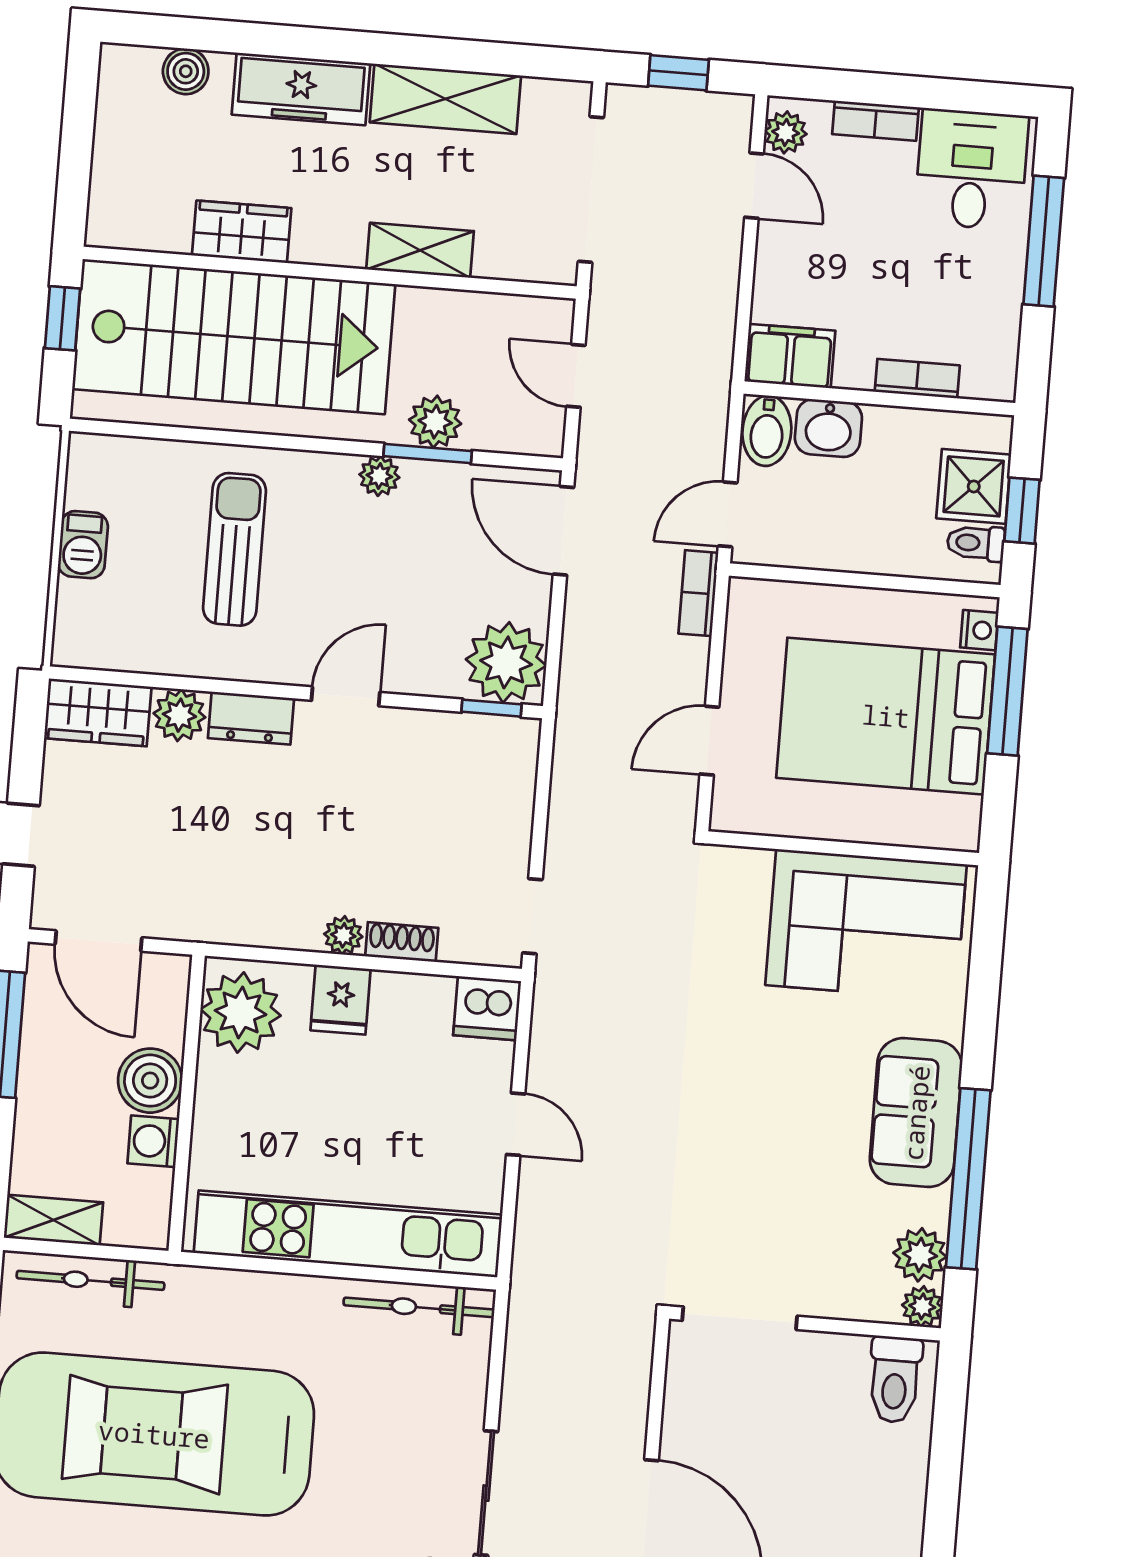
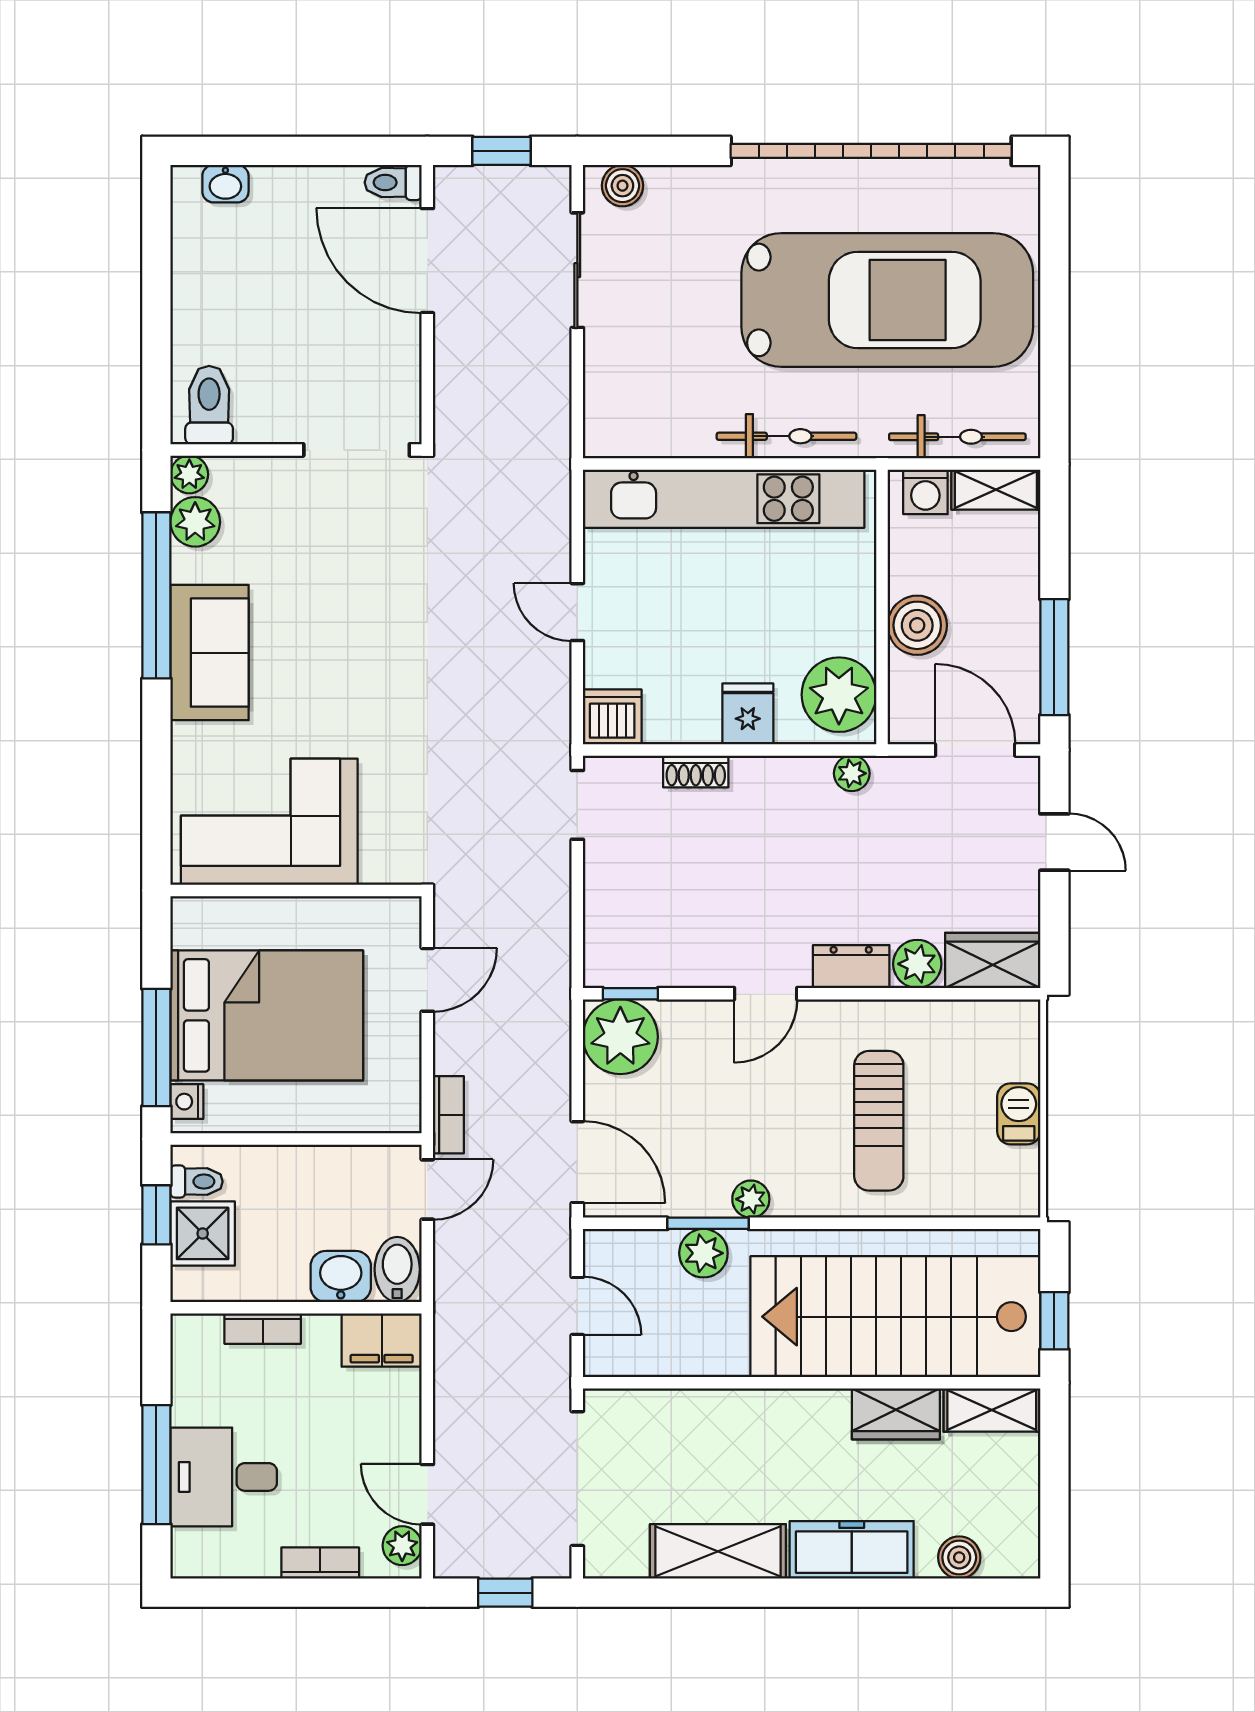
desk: (971, 169) -> (224, 1477), moved, turned 90
shelving: (420, 250) -> (992, 1410), moved
plant: (343, 935) -> (852, 773), moved
washing machine: (153, 1141) -> (925, 492), moved, turned 90
bicycle: (419, 1307) -> (786, 436), moved

